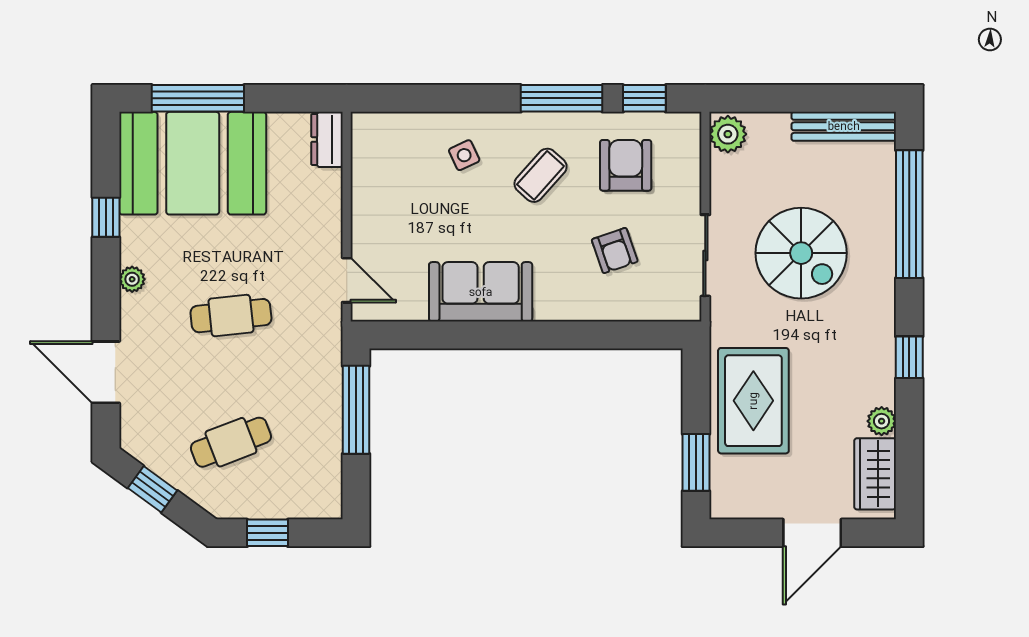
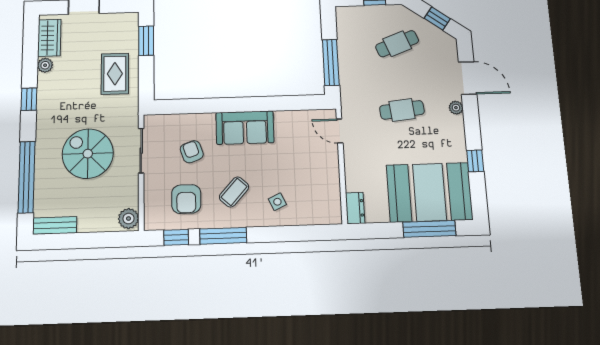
bench: (844, 126) -> (55, 225), width x0.73
plant: (132, 279) -> (456, 108), moved
sofa: (481, 292) -> (245, 128), moved
rug: (753, 401) -> (115, 74), width x0.73, depth x0.70

